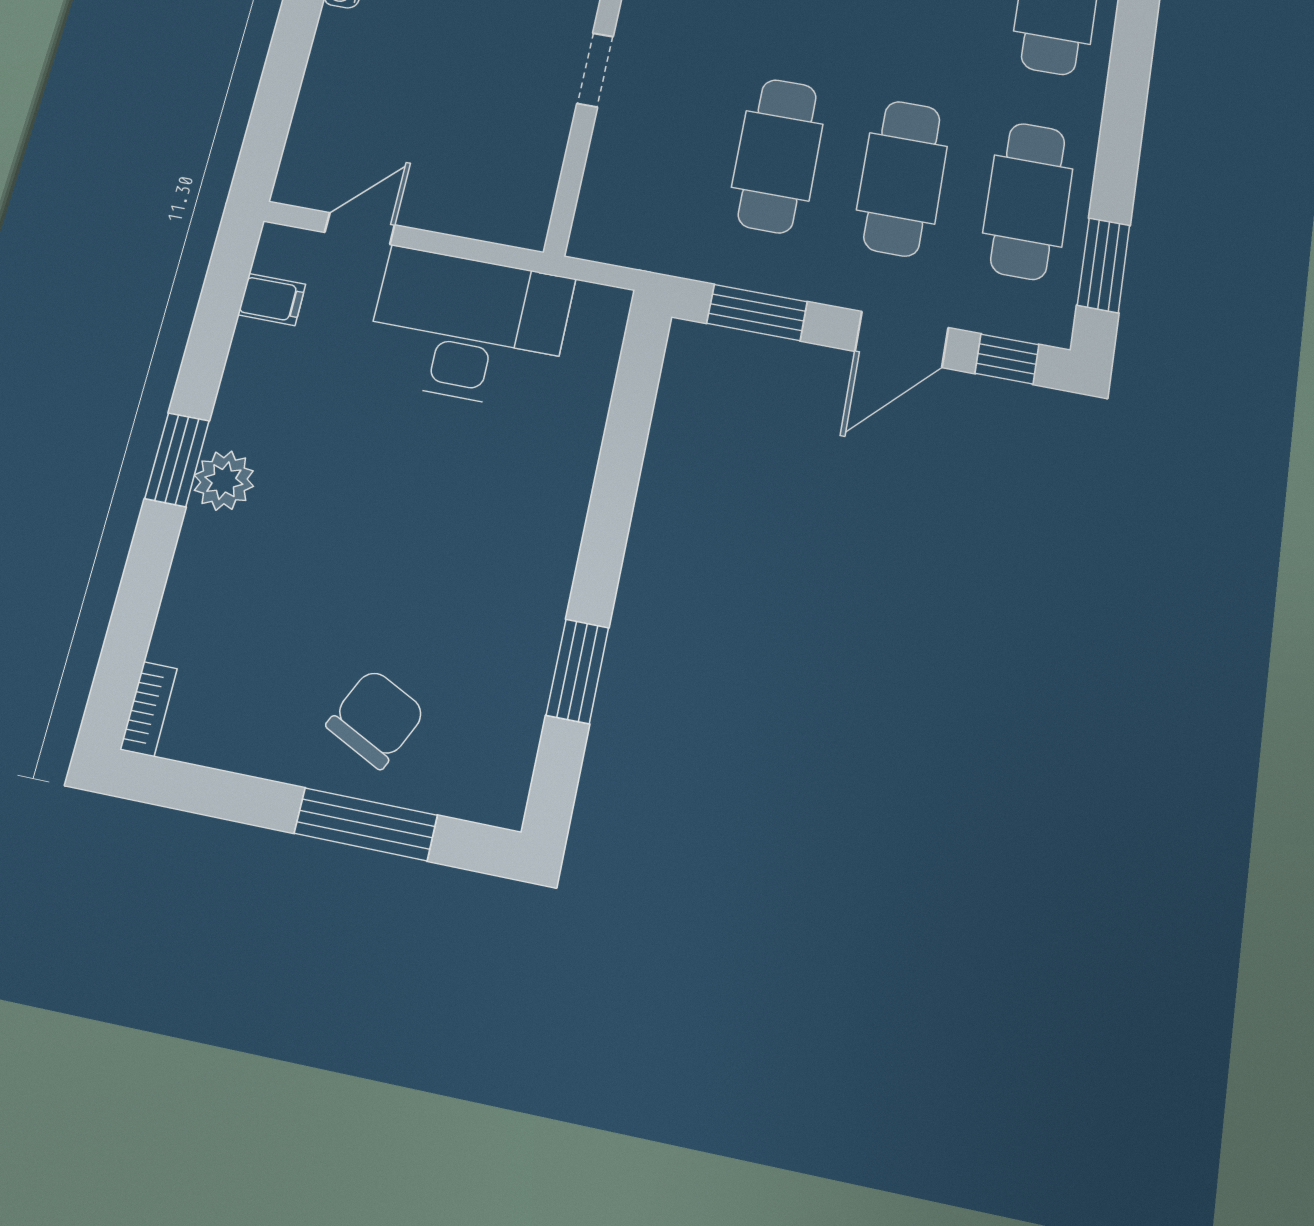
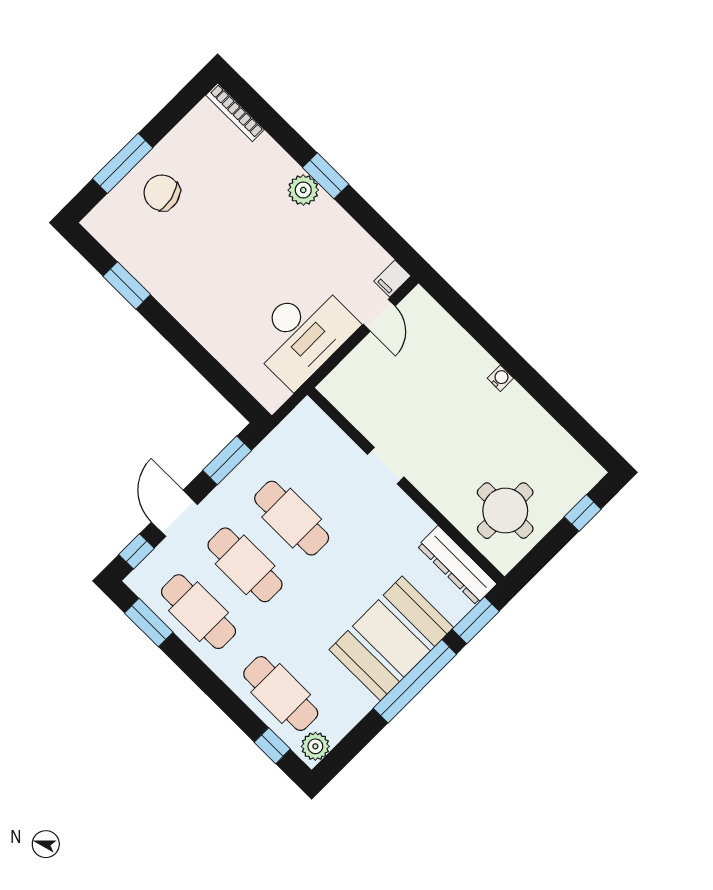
filing cabinet: (272, 300) -> (392, 279), moved
bookcase: (149, 709) -> (235, 112), width x1.56
chair: (376, 718) -> (162, 193), turned 141

